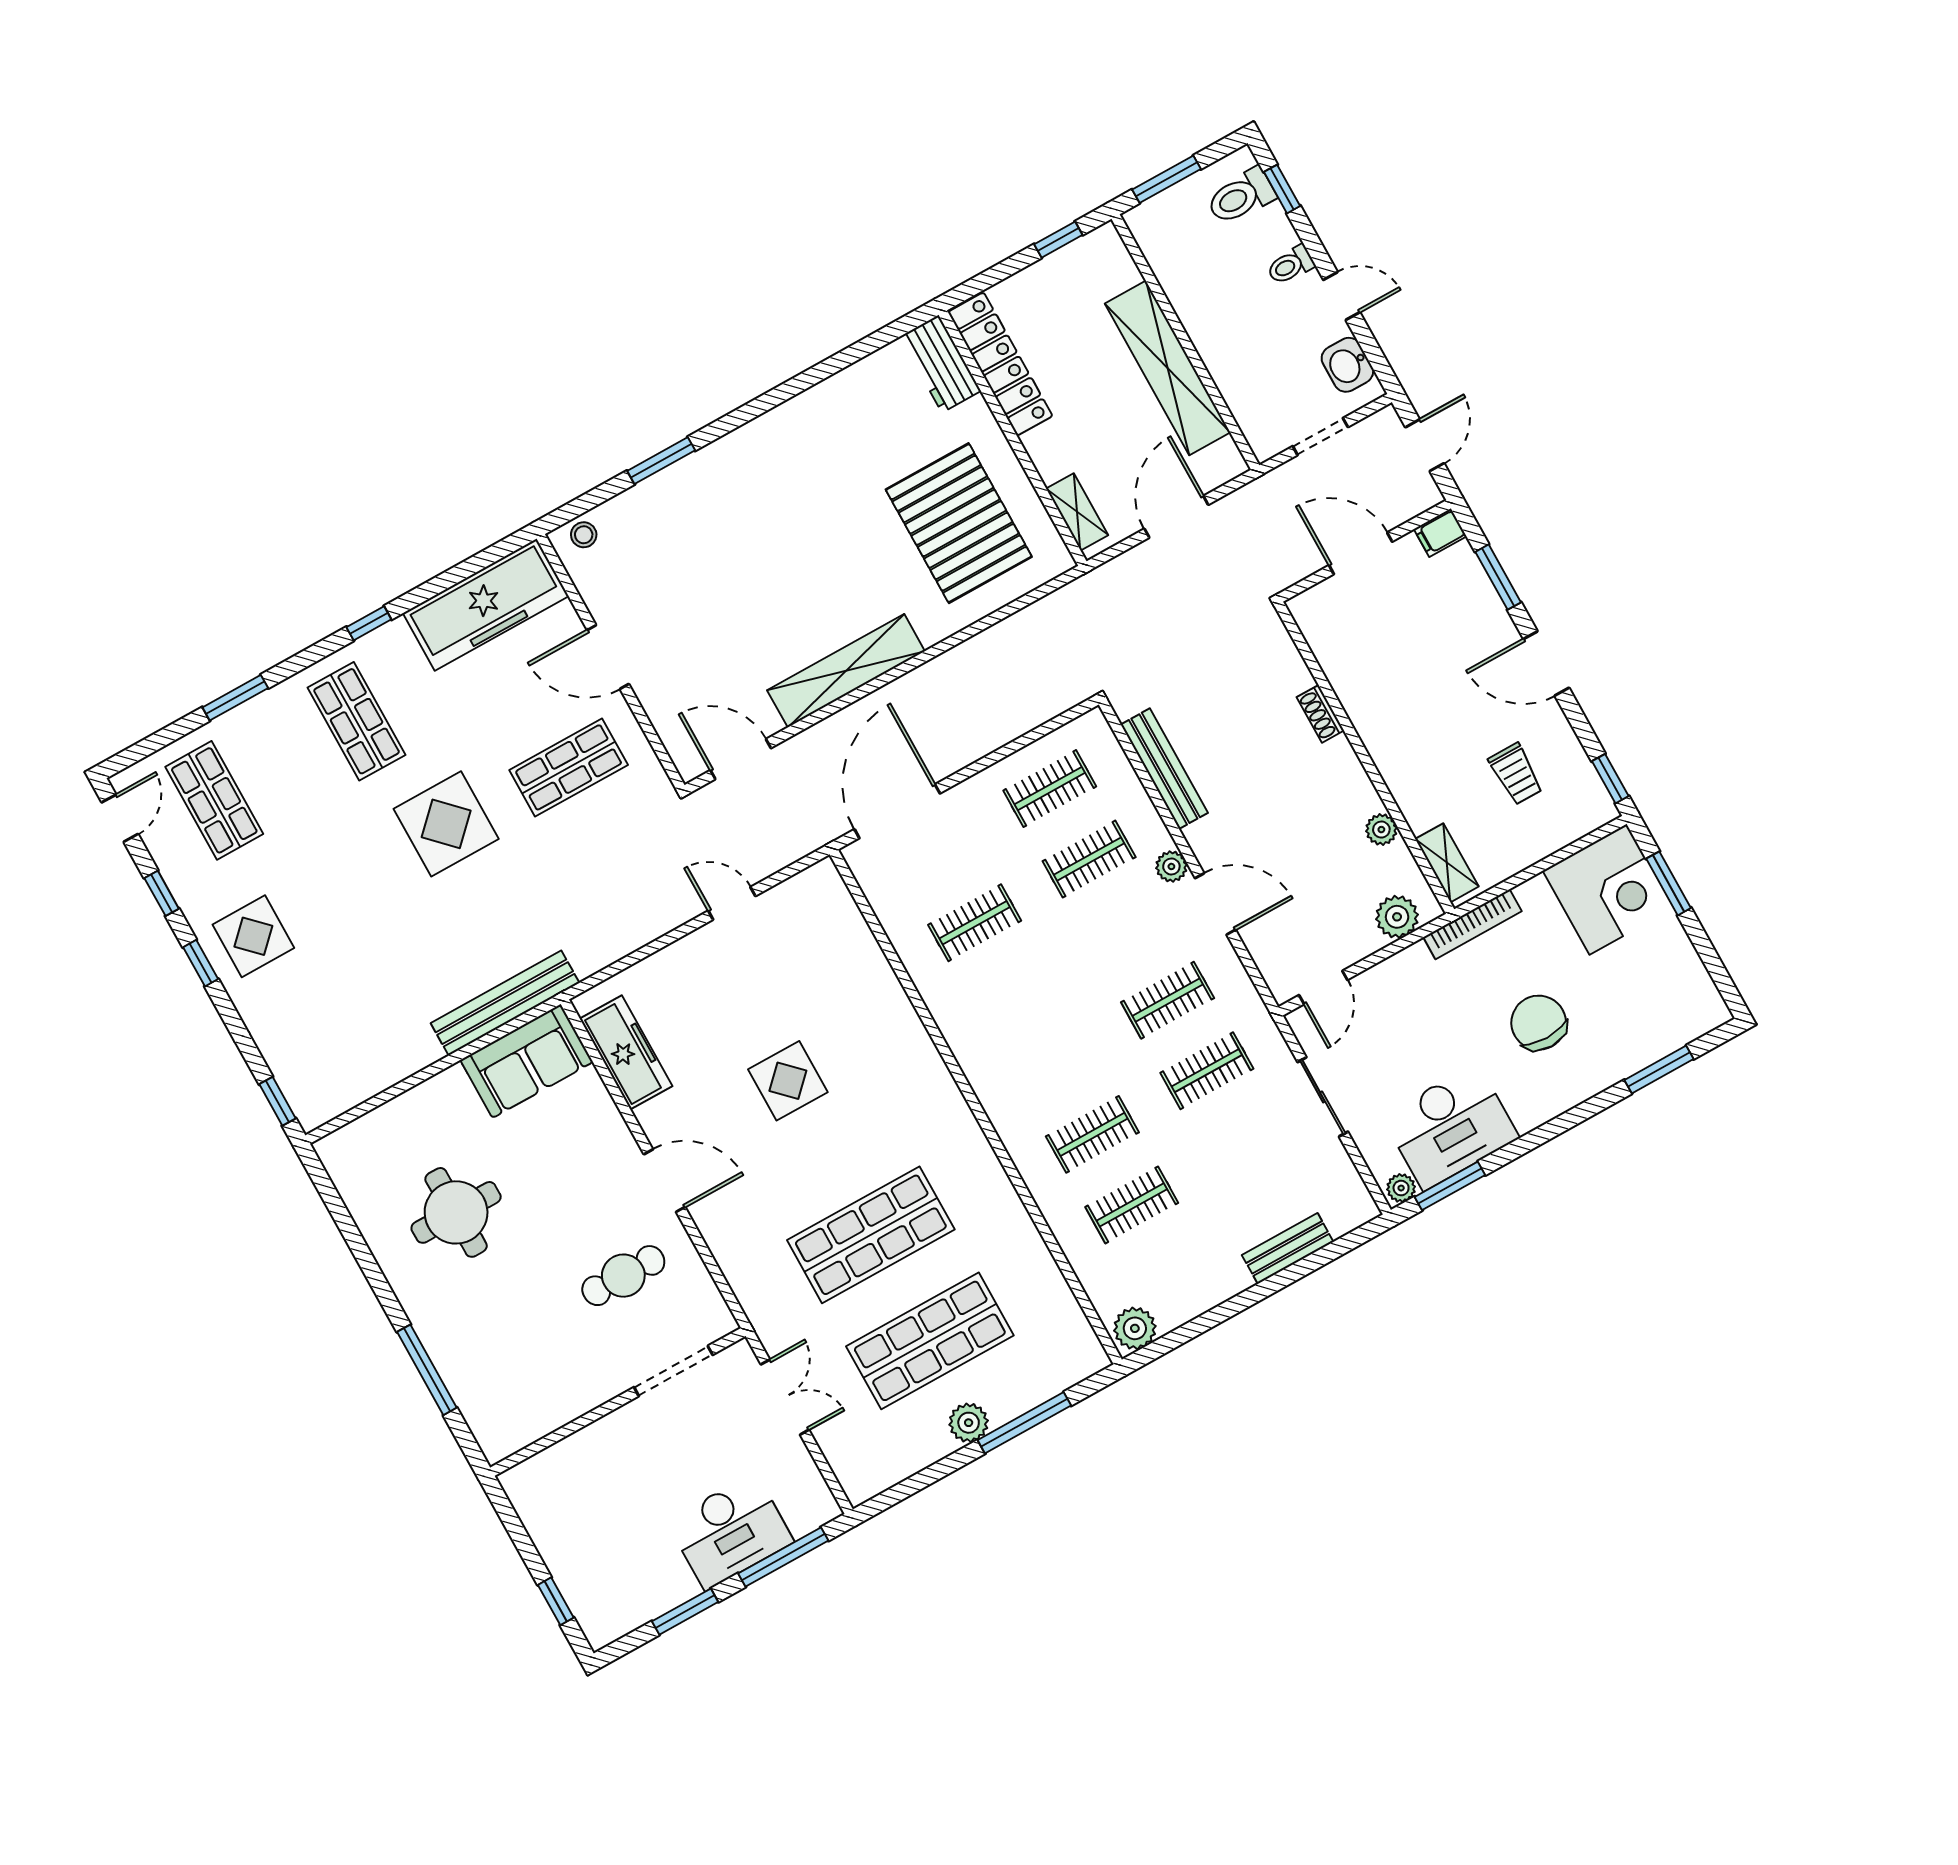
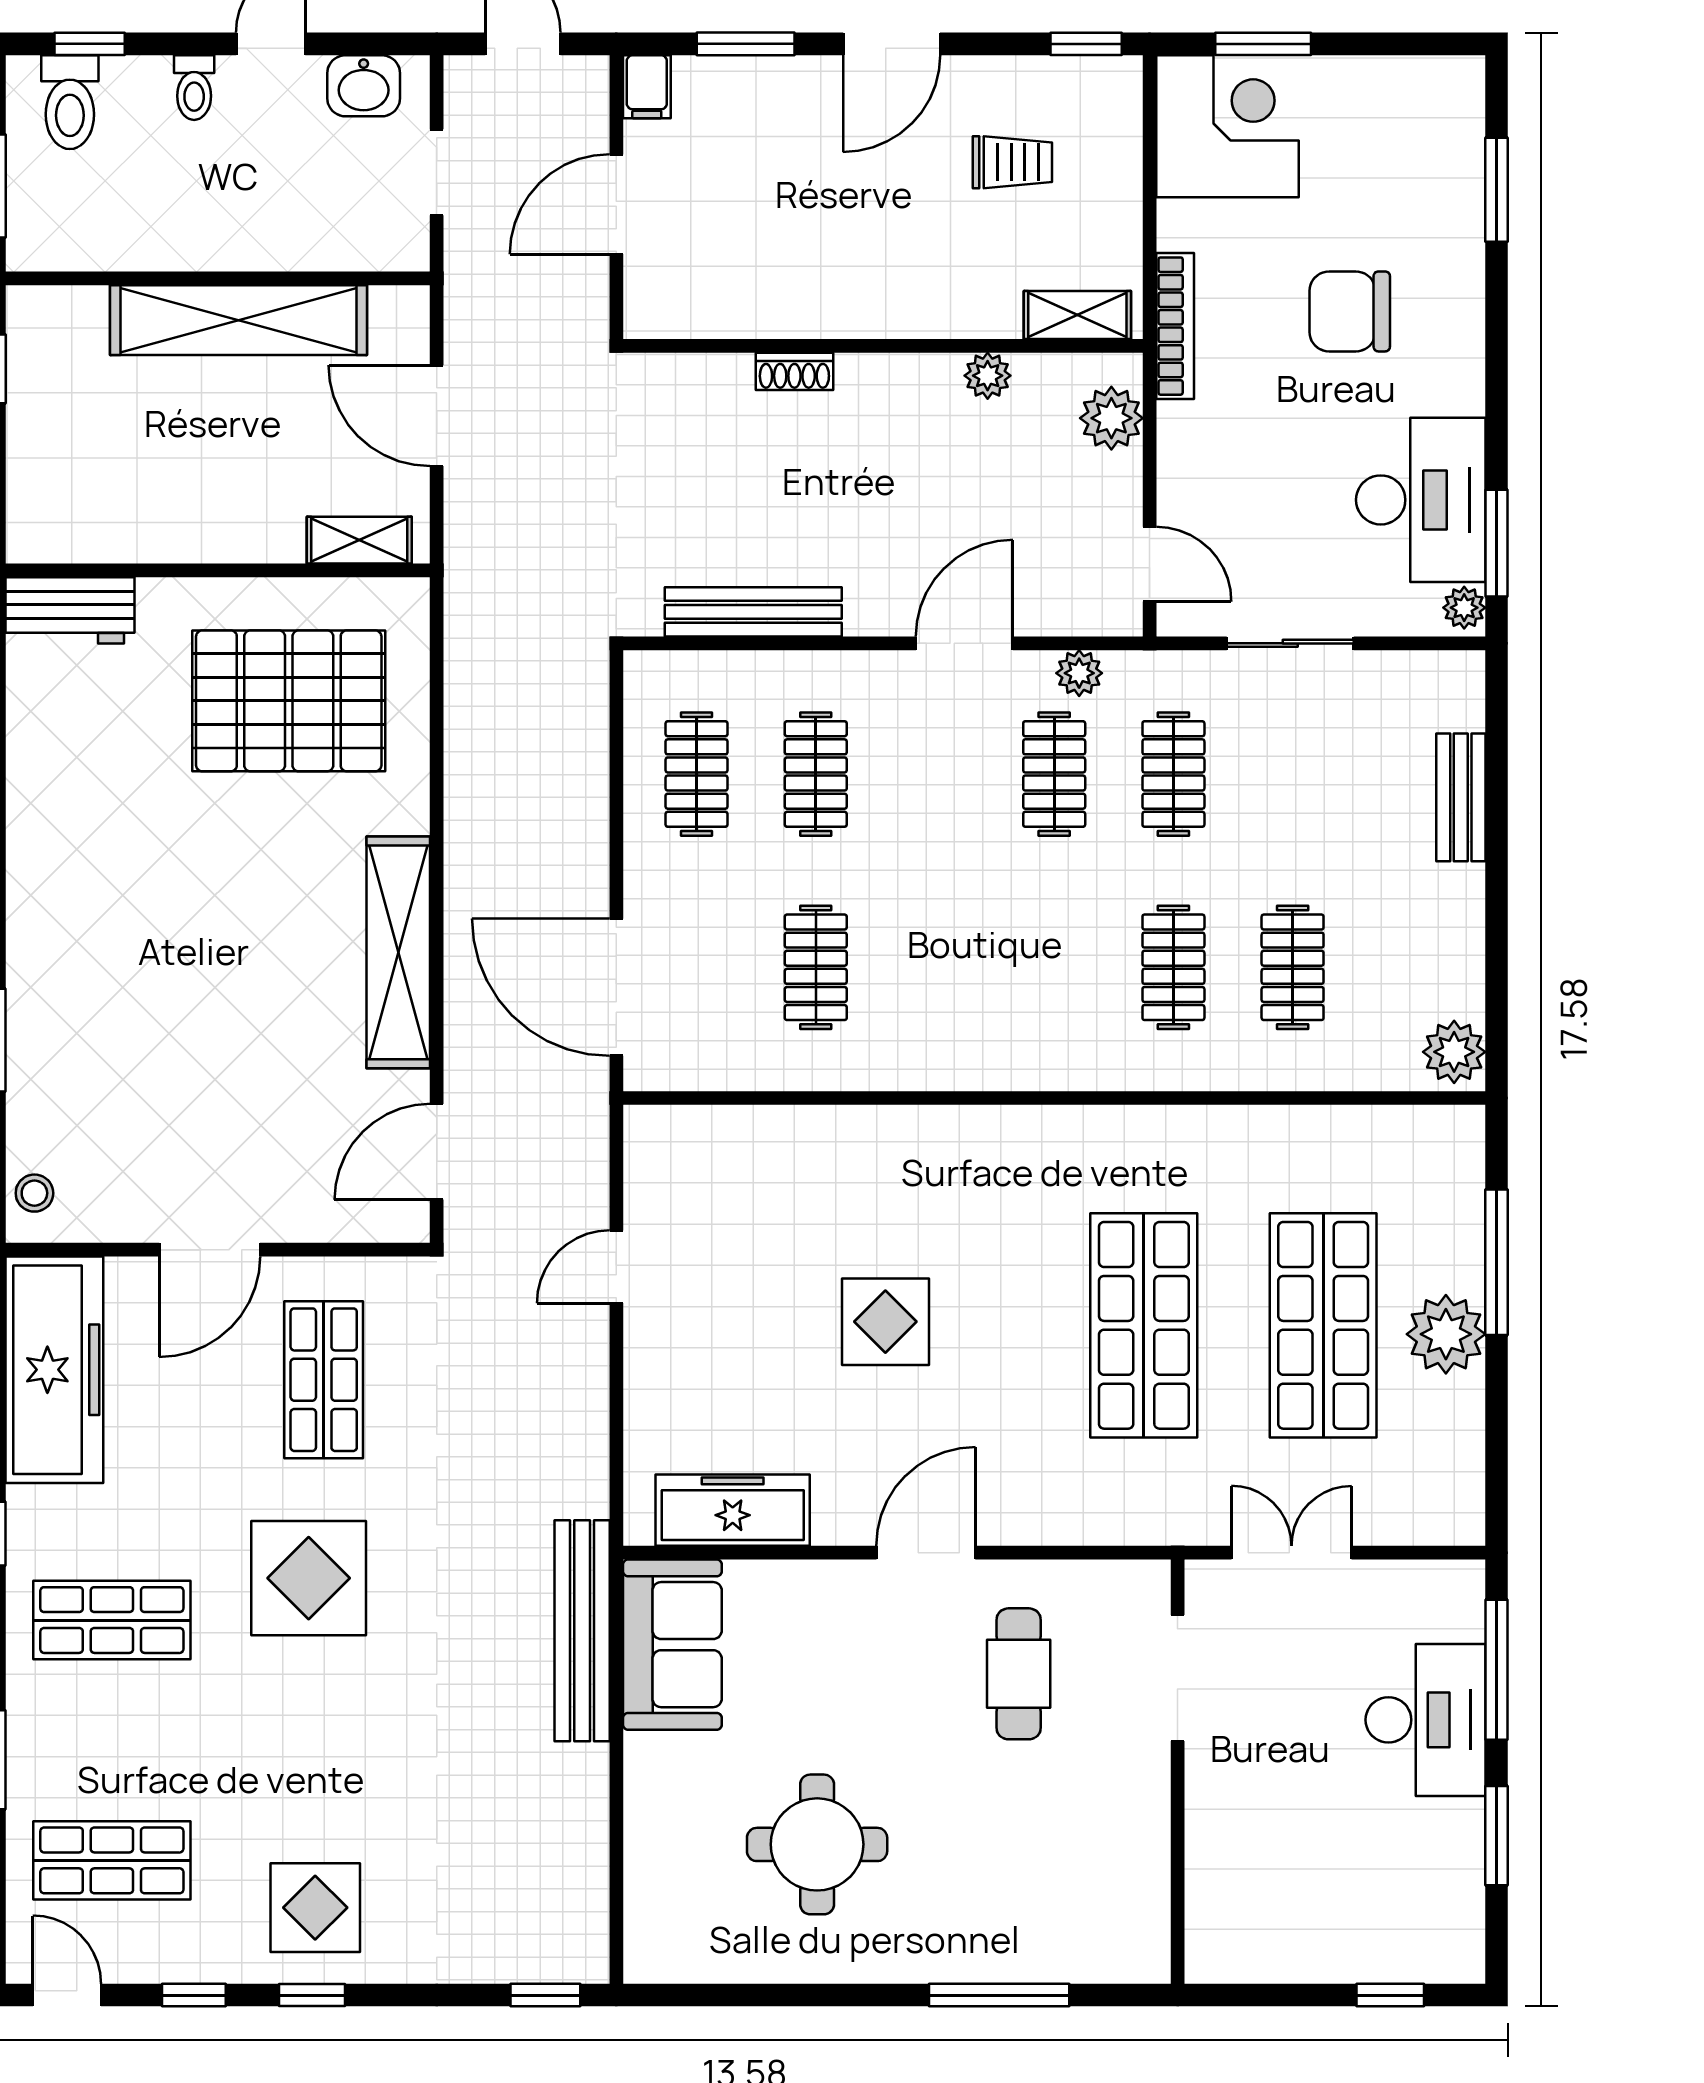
locker: (1000, 364) -> (113, 533), removed
plant: (1171, 866) -> (1079, 673), moved
plant: (969, 1423) -> (1446, 1334), width x1.36, depth x1.36

